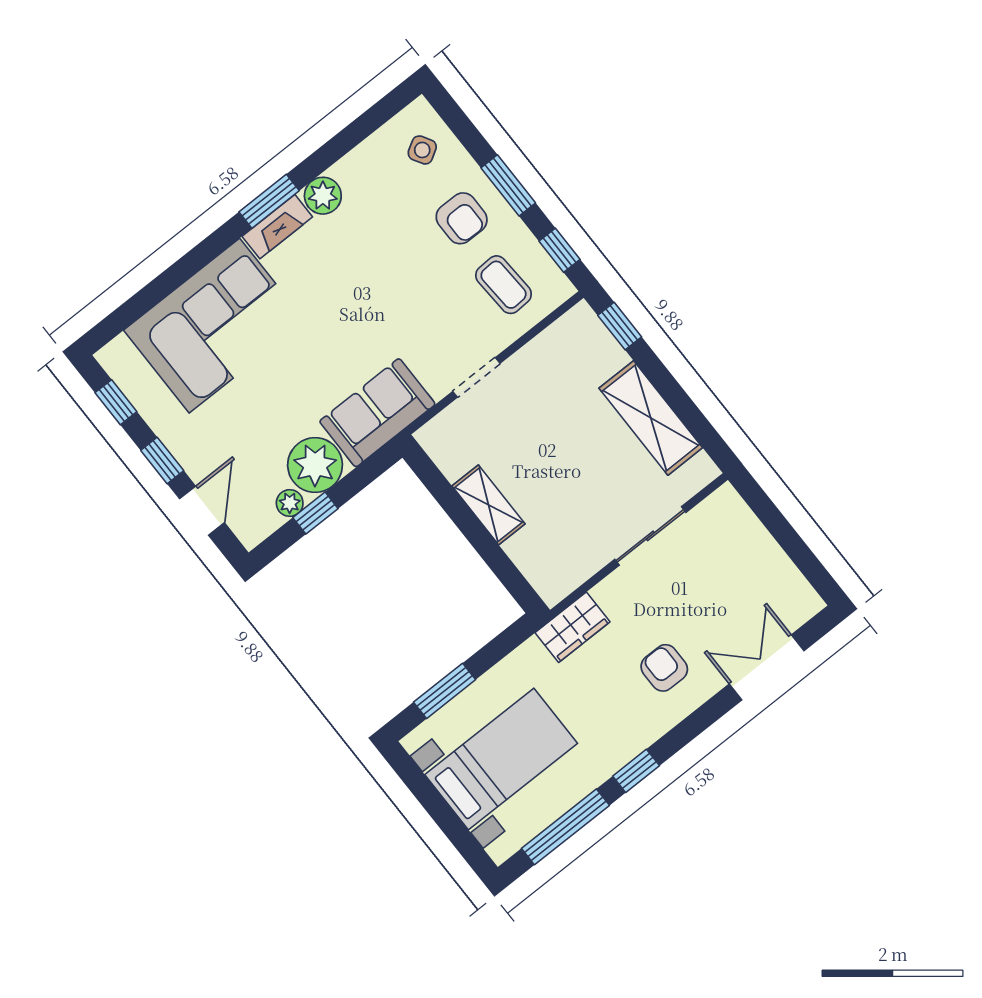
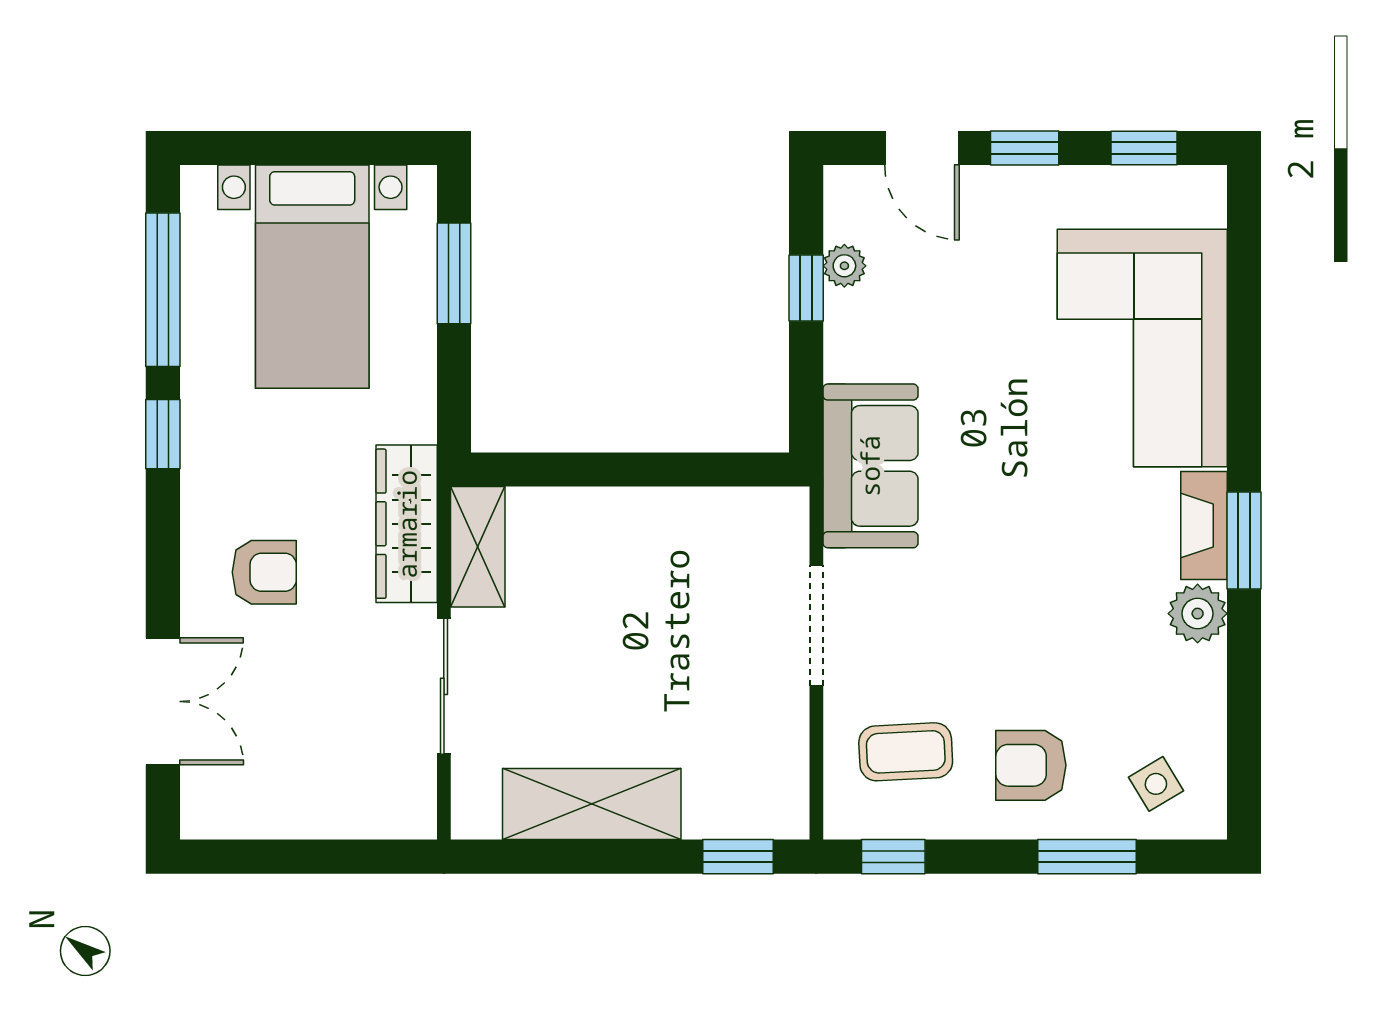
window: (508, 185) -> (1087, 857), moved
doorway: (476, 377) -> (816, 626), width x1.38
plant: (315, 465) -> (867, 335), removed
shelving: (488, 505) -> (478, 547), moved, turned 90
wardrobe: (573, 627) -> (407, 524), width x1.50

